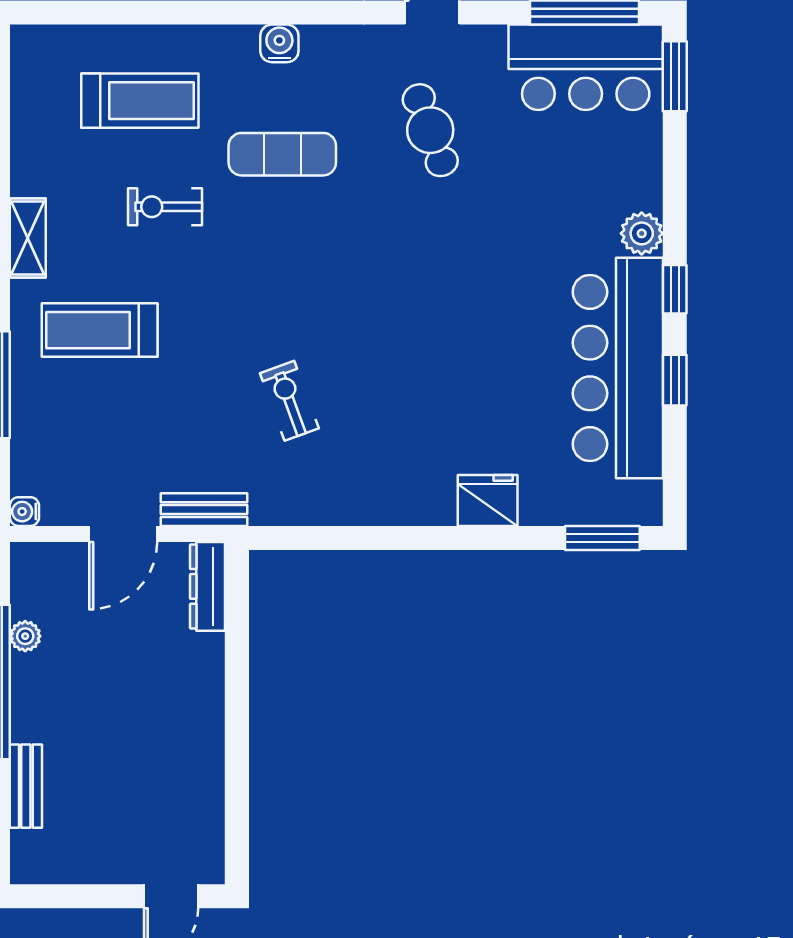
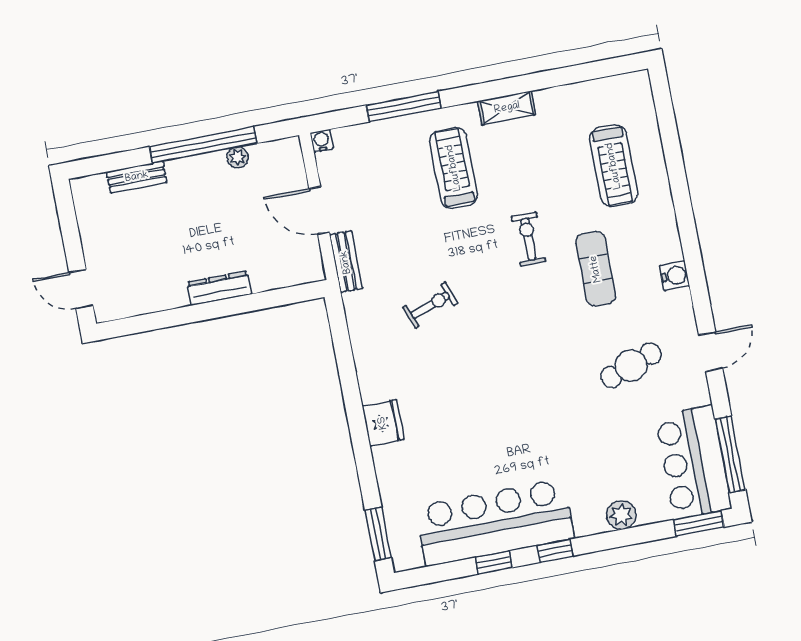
water cooler: (279, 43) -> (675, 276), moved
exercise bike: (165, 207) -> (528, 239), moved
plant: (642, 233) -> (621, 515), moved
fridge: (488, 500) -> (383, 423), moved
dresser: (207, 586) -> (219, 288), moved

